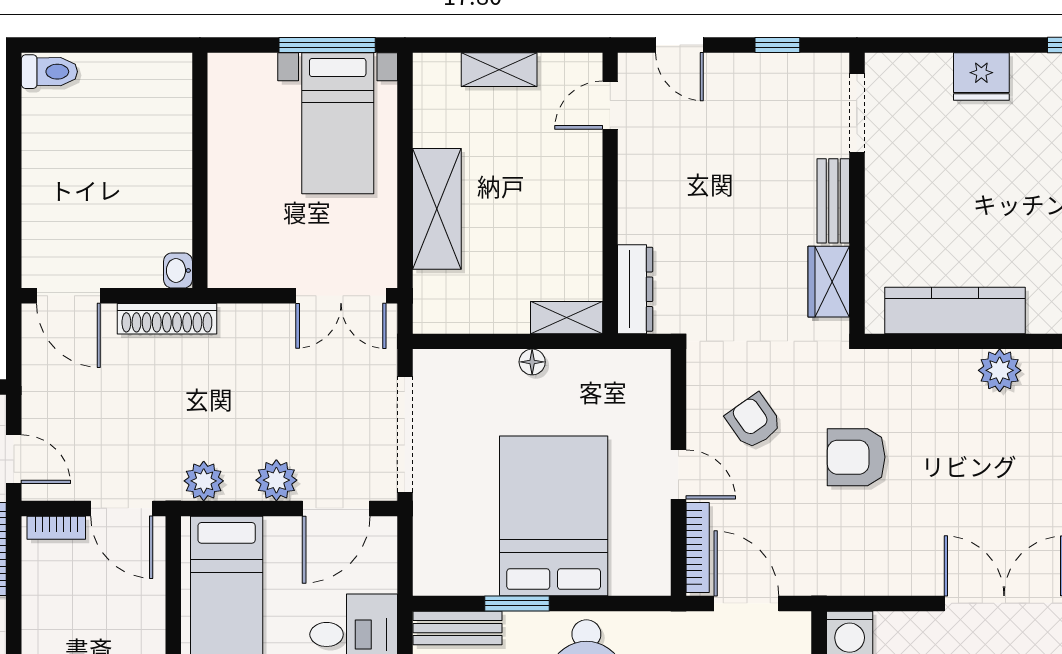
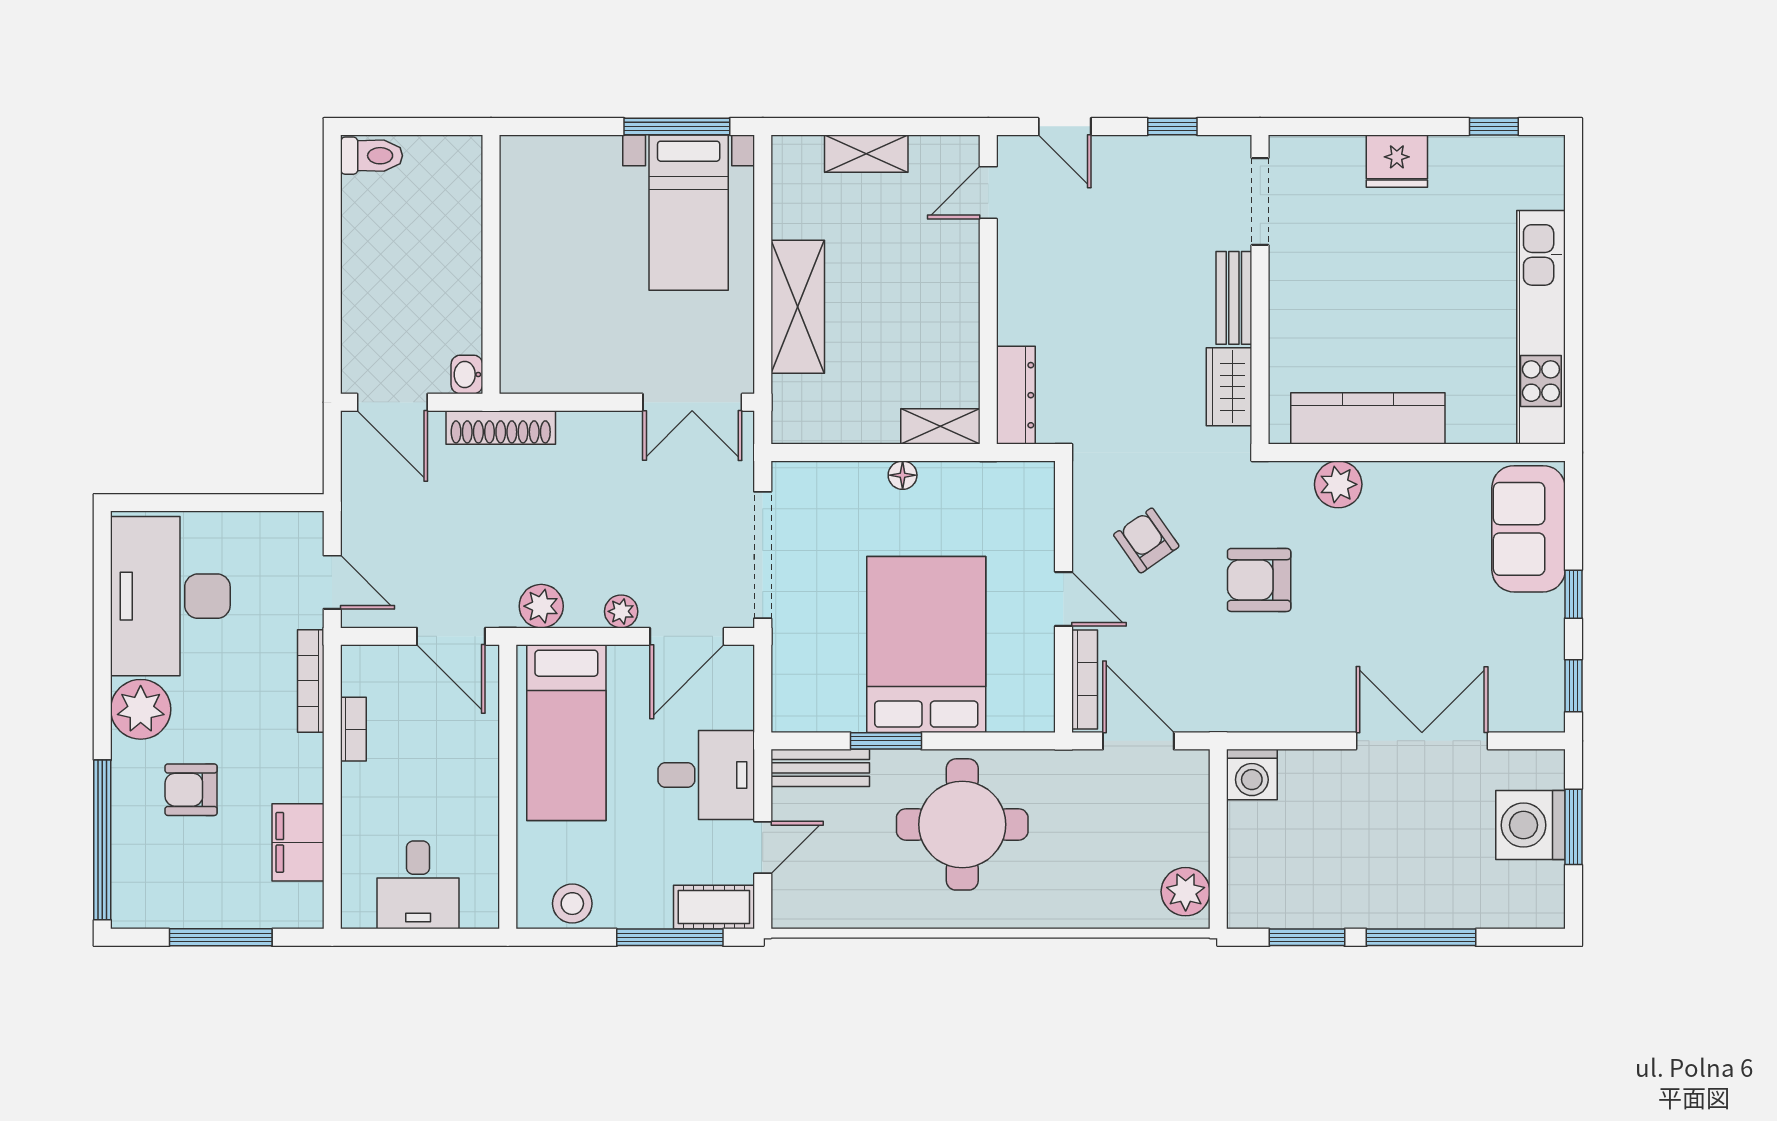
wall: (200, 170) -> (491, 264), moved
washbasin: (178, 270) -> (467, 375), moved
plant: (1000, 370) -> (1338, 484), moved
plant: (276, 480) -> (621, 611), width x0.73, depth x0.73
bookcase: (56, 528) -> (353, 729), moved, turned -90

